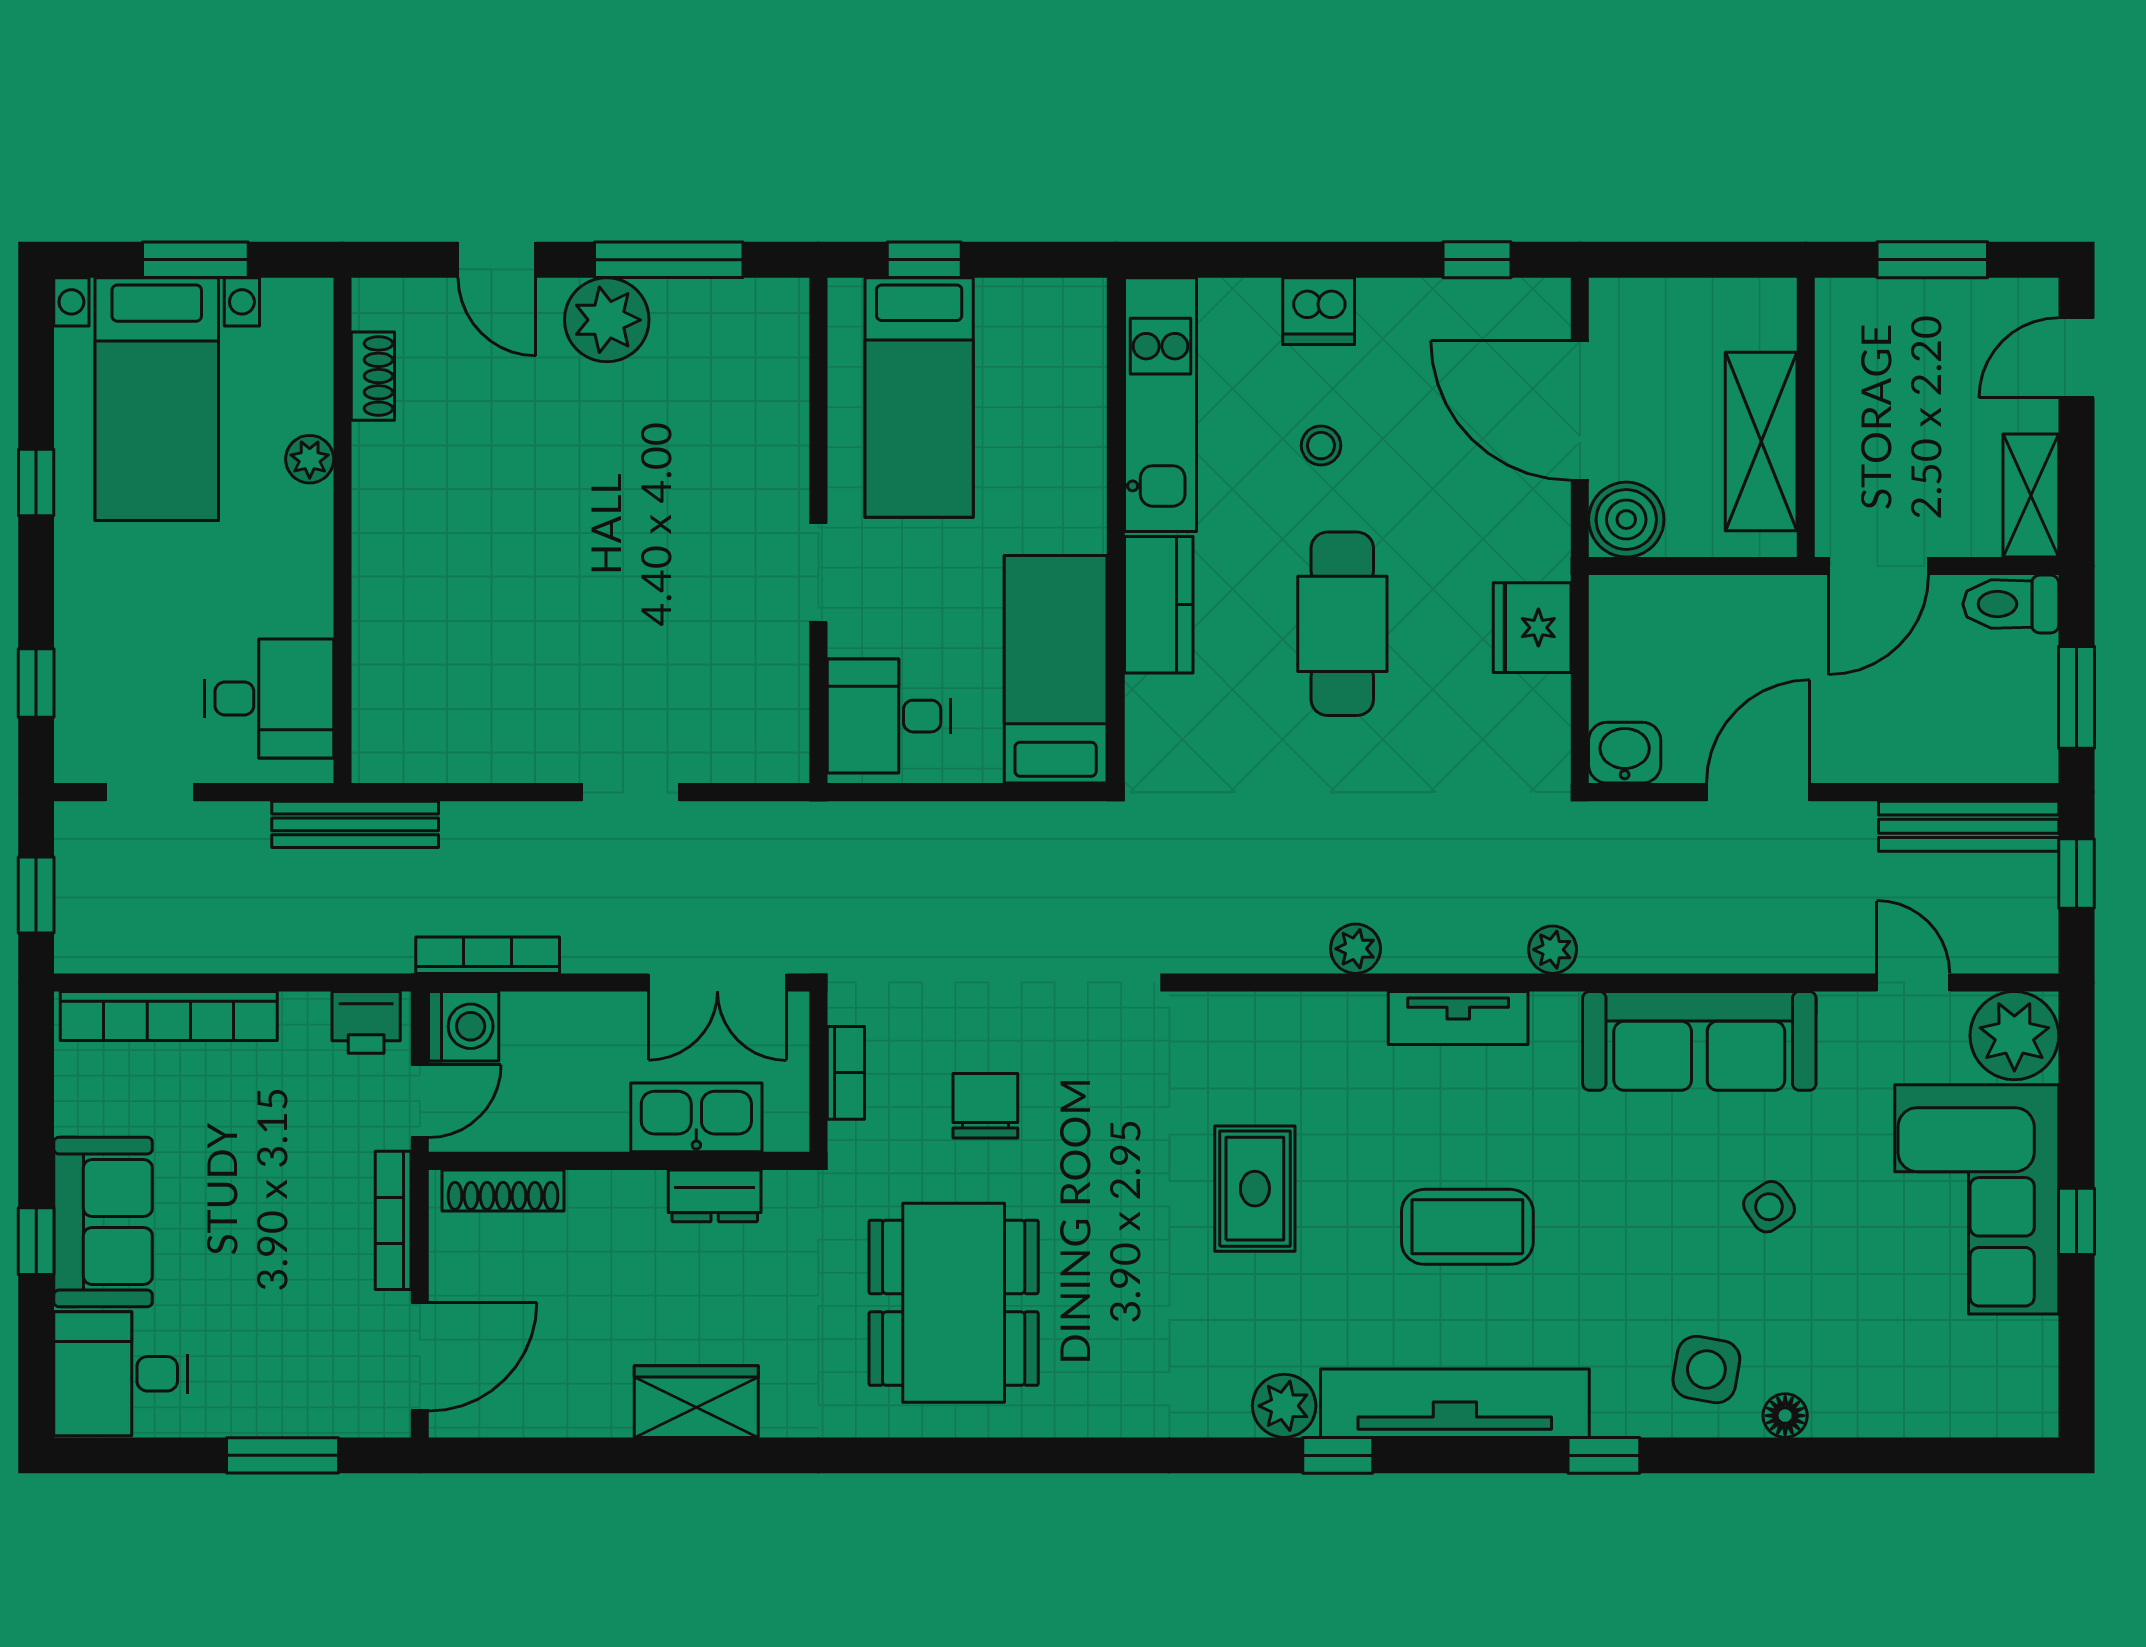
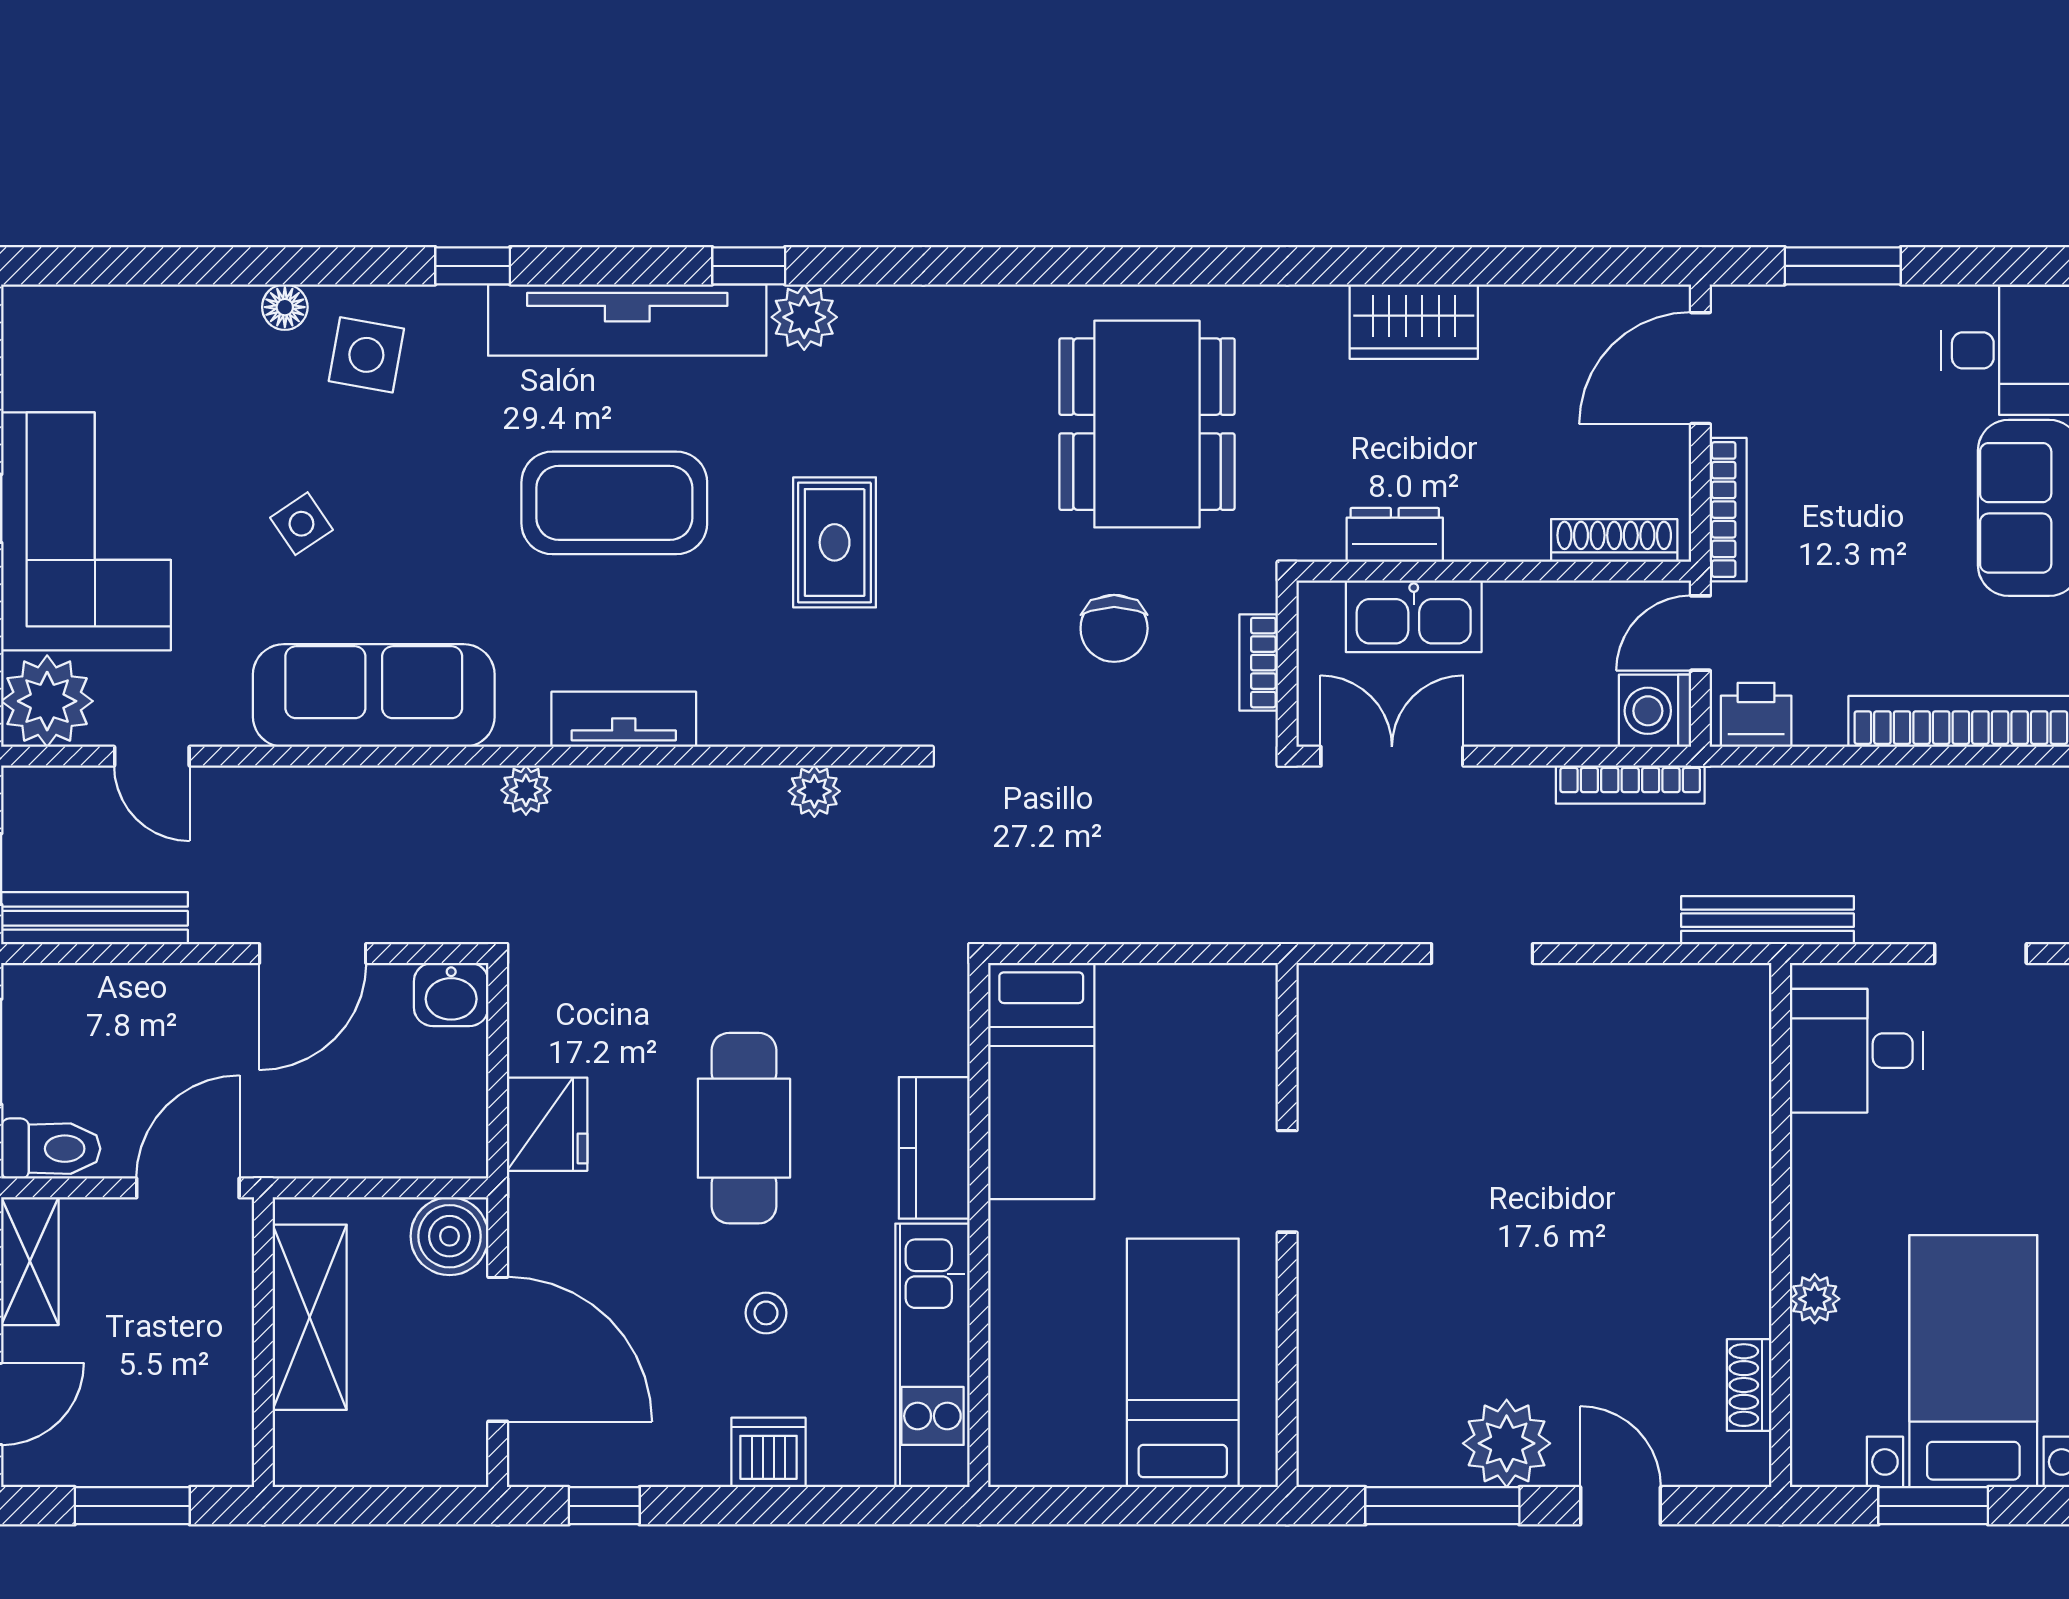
window: (924, 260) -> (1177, 1506), removed
desk: (889, 716) -> (1214, 1032), removed
plant: (1356, 949) -> (814, 791), moved
coffee table: (1467, 1227) -> (614, 503), width x1.36, depth x1.32

